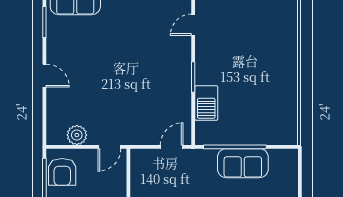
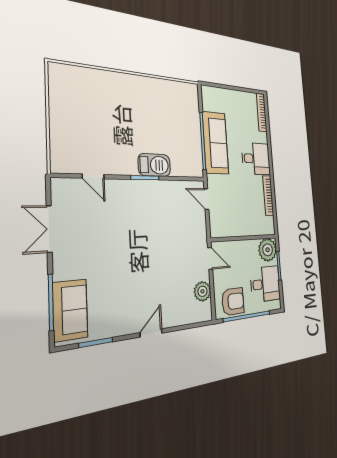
barbecue: (206, 103) -> (154, 165), moved
sofa: (243, 163) -> (216, 143), width x1.36

